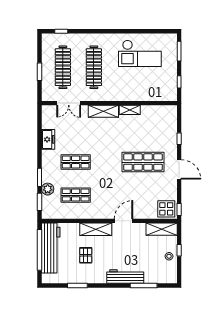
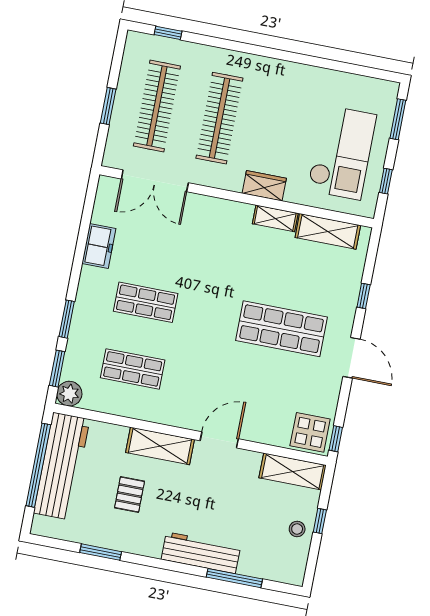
checkout: (140, 53) -> (342, 152), moved, turned -90
wardrobe: (121, 95) -> (264, 186), added
double door: (69, 103) -> (155, 181), width x1.37
shelving: (103, 111) -> (328, 231), moved
plant: (48, 189) -> (69, 394), moved

